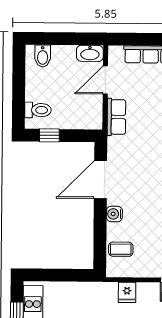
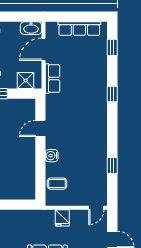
shower: (82, 119) -> (26, 80), added
door: (100, 180) -> (40, 128), width x0.53

